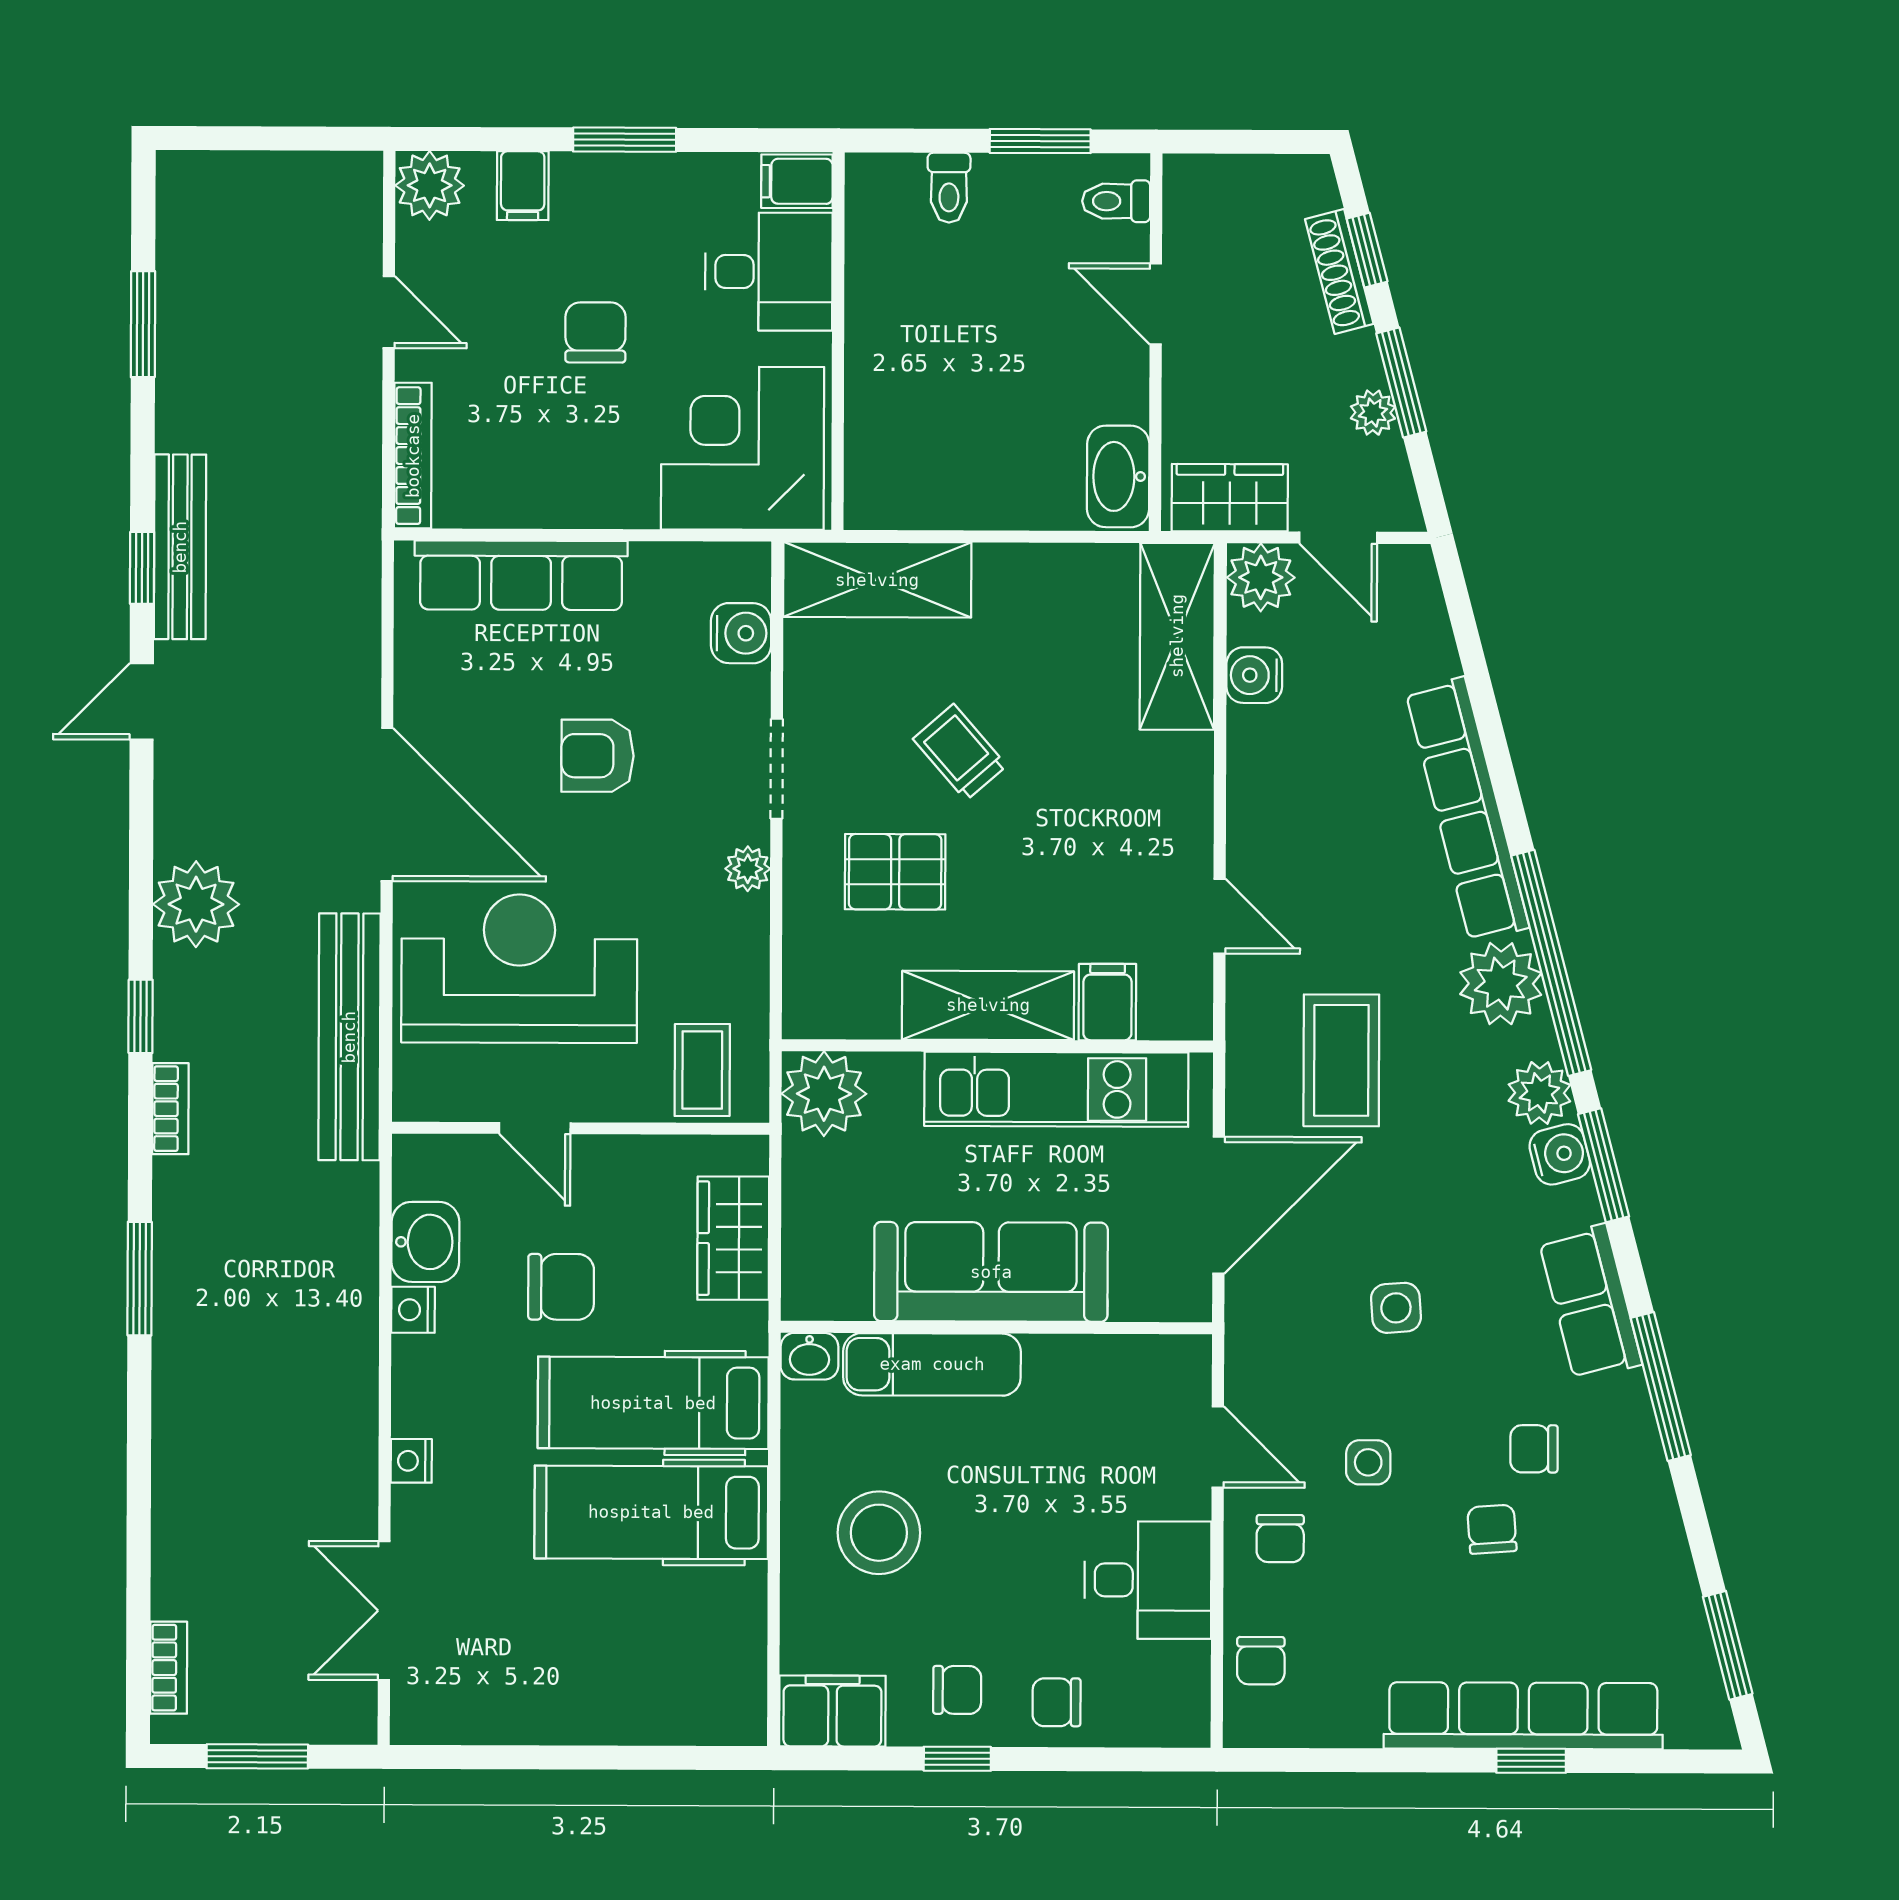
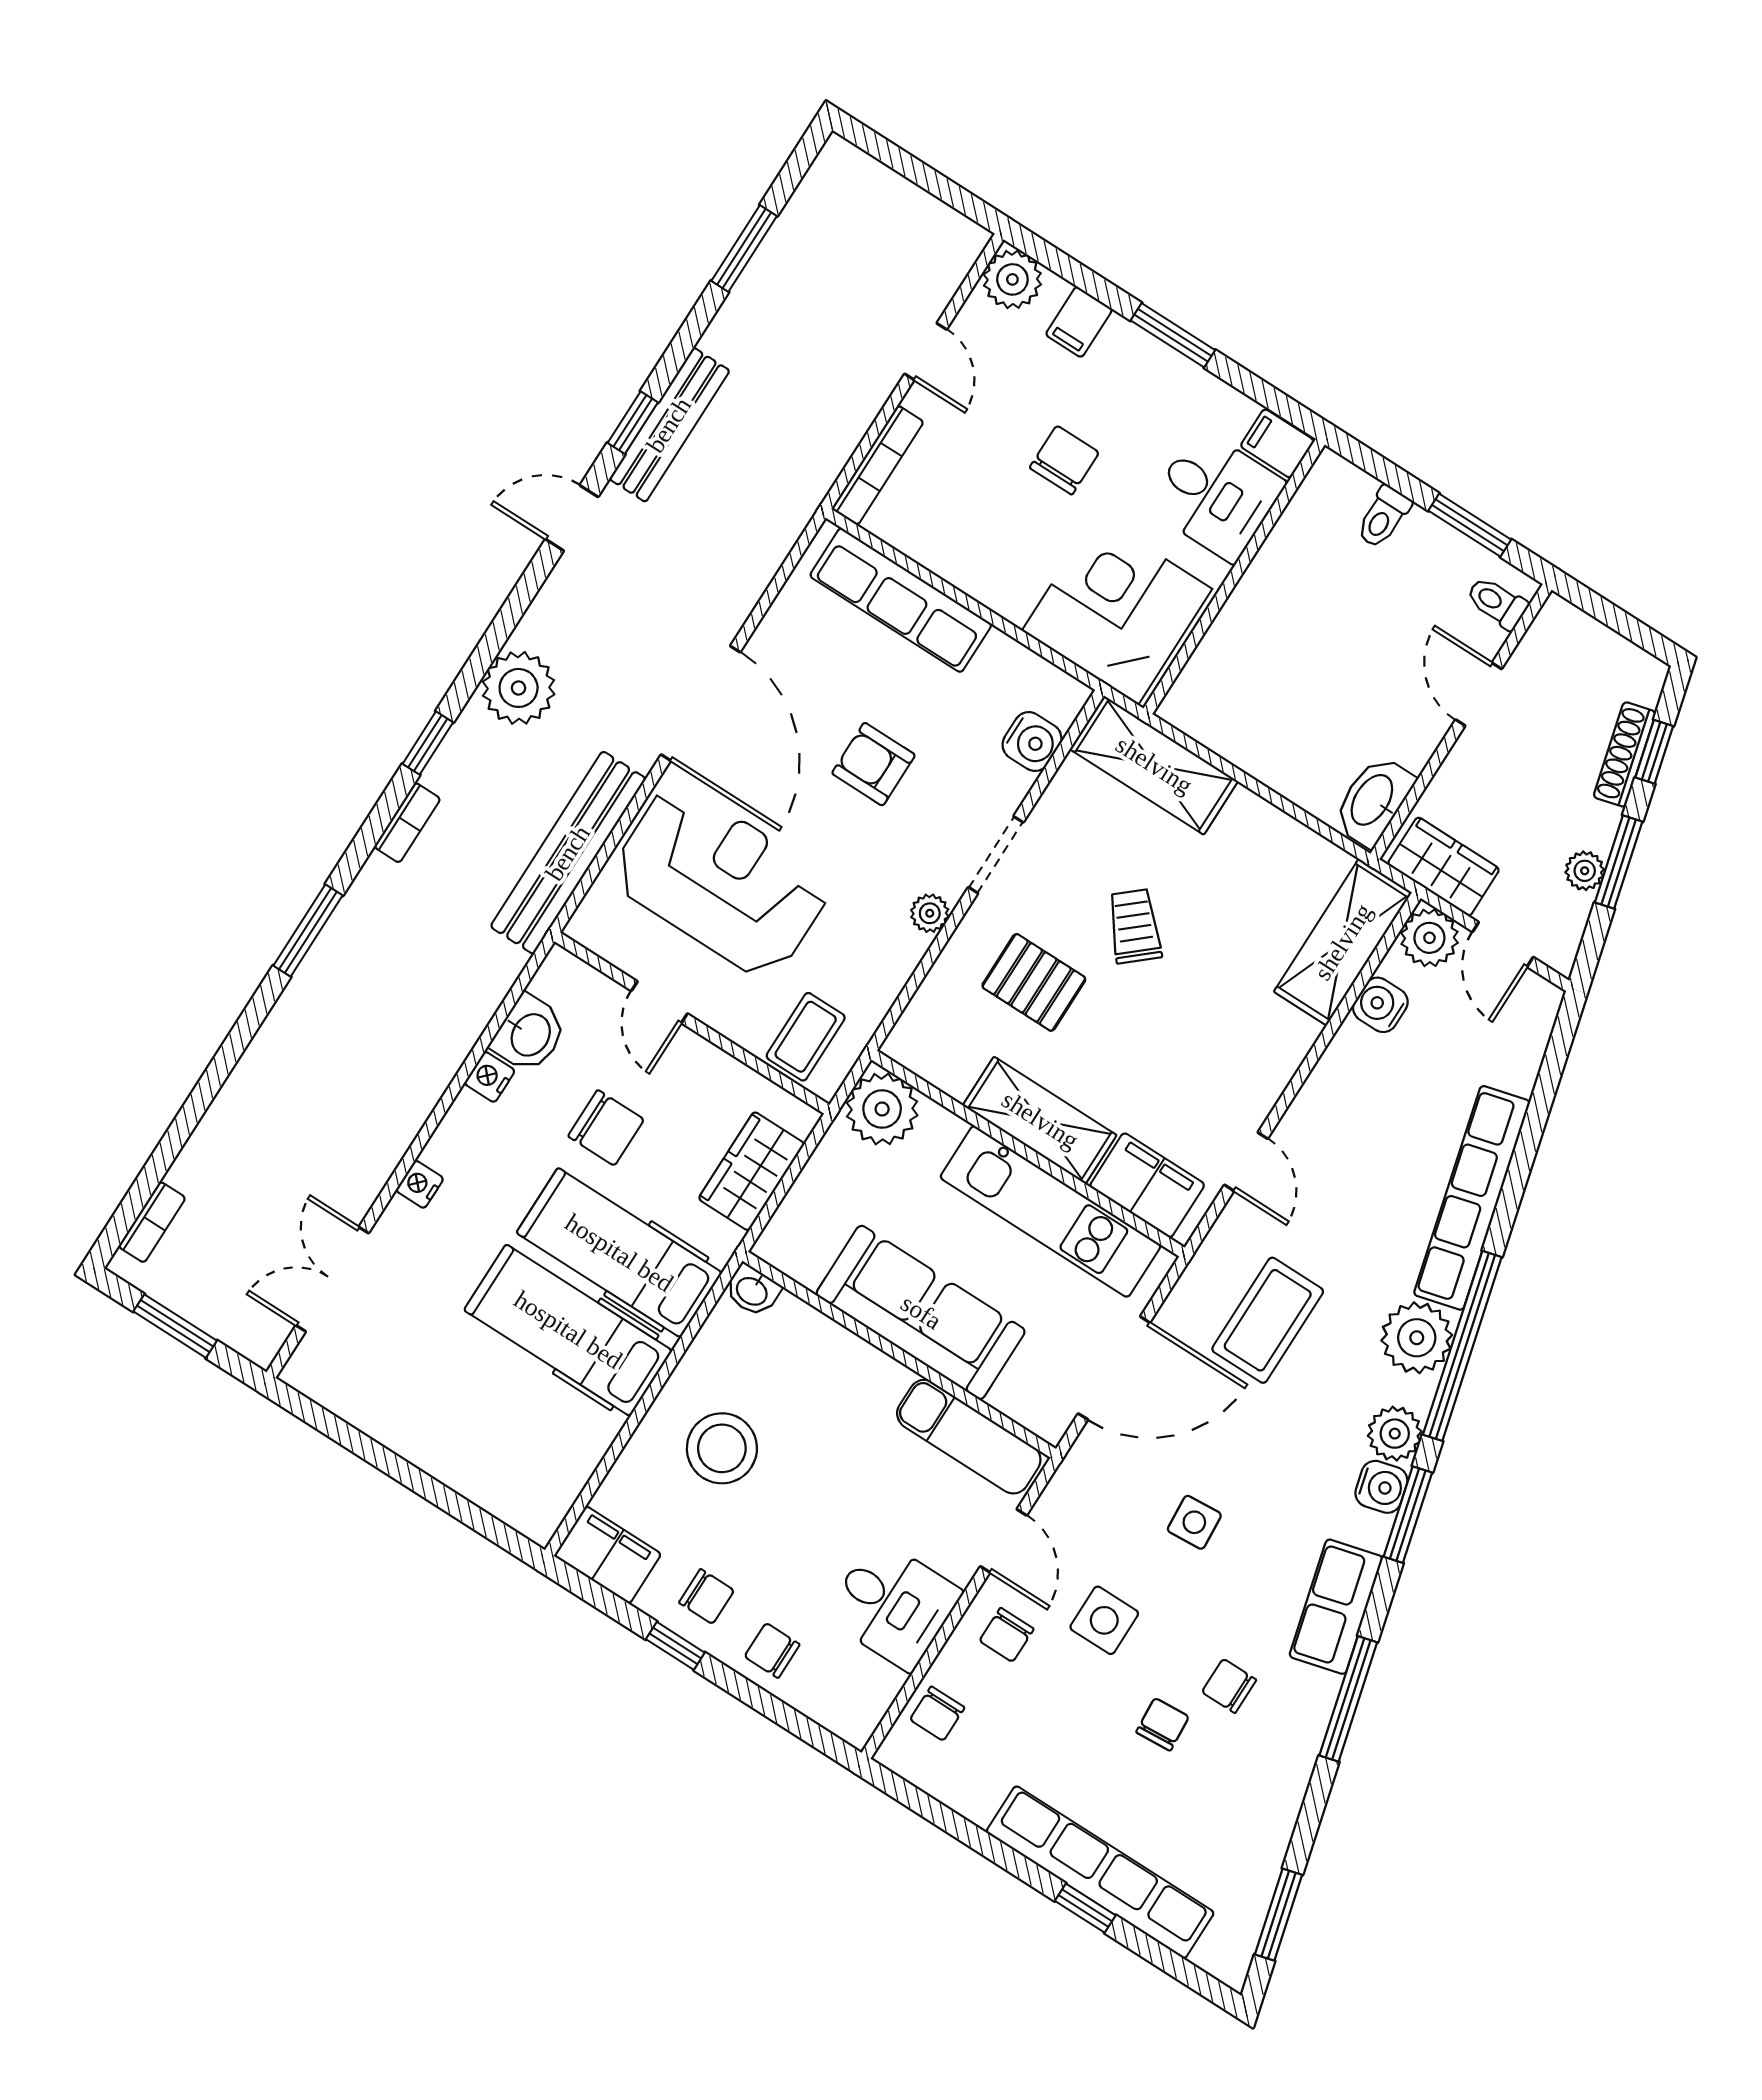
filing cabinet: (1107, 1002) -> (1147, 1185), width x2.00
exam couch: (932, 1364) -> (969, 1437), moved
side table: (1368, 1462) -> (1104, 1620), width x1.37, depth x1.37

